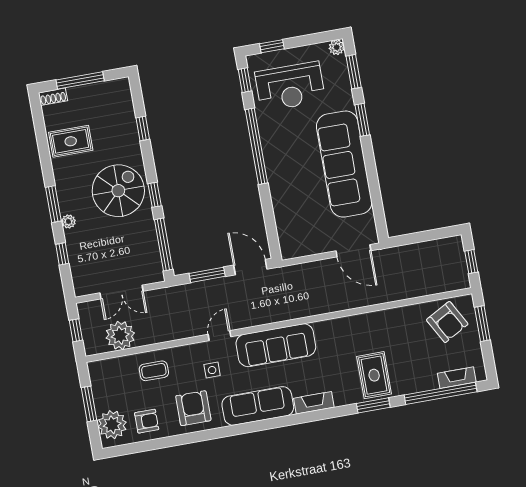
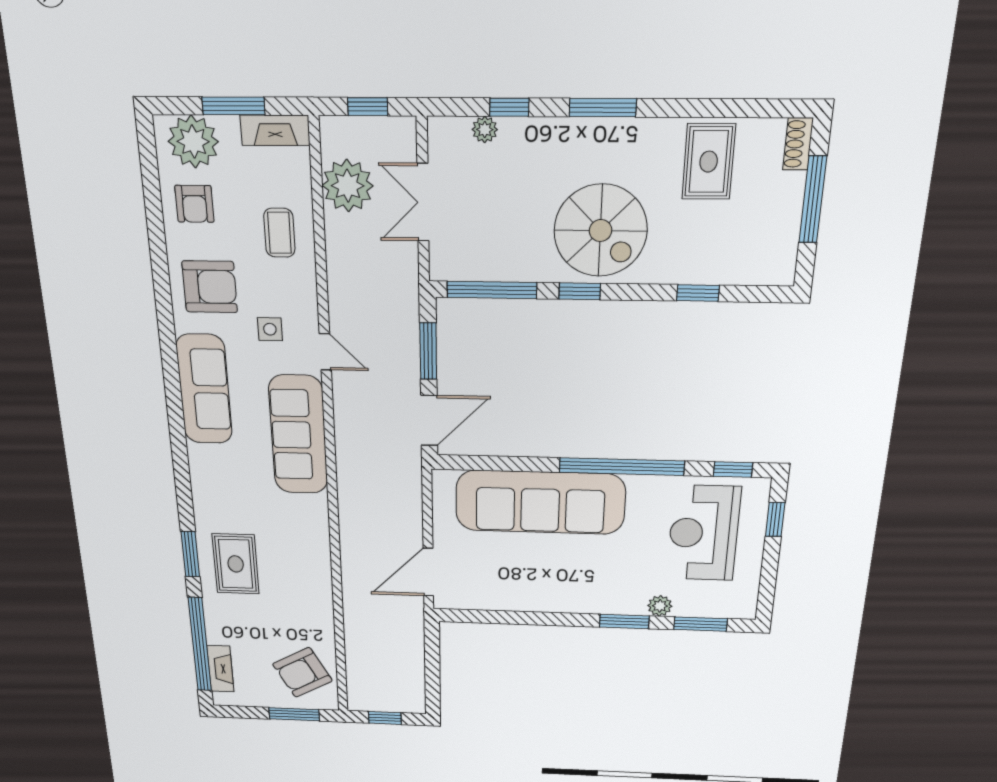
plant: (337, 47) -> (660, 606), moved
sofa: (344, 164) -> (540, 502), moved, turned 180
plant: (68, 221) -> (485, 130), moved
rug: (374, 375) -> (236, 564), turned 90
fireplace: (314, 403) -> (275, 130), moved, turned 90

